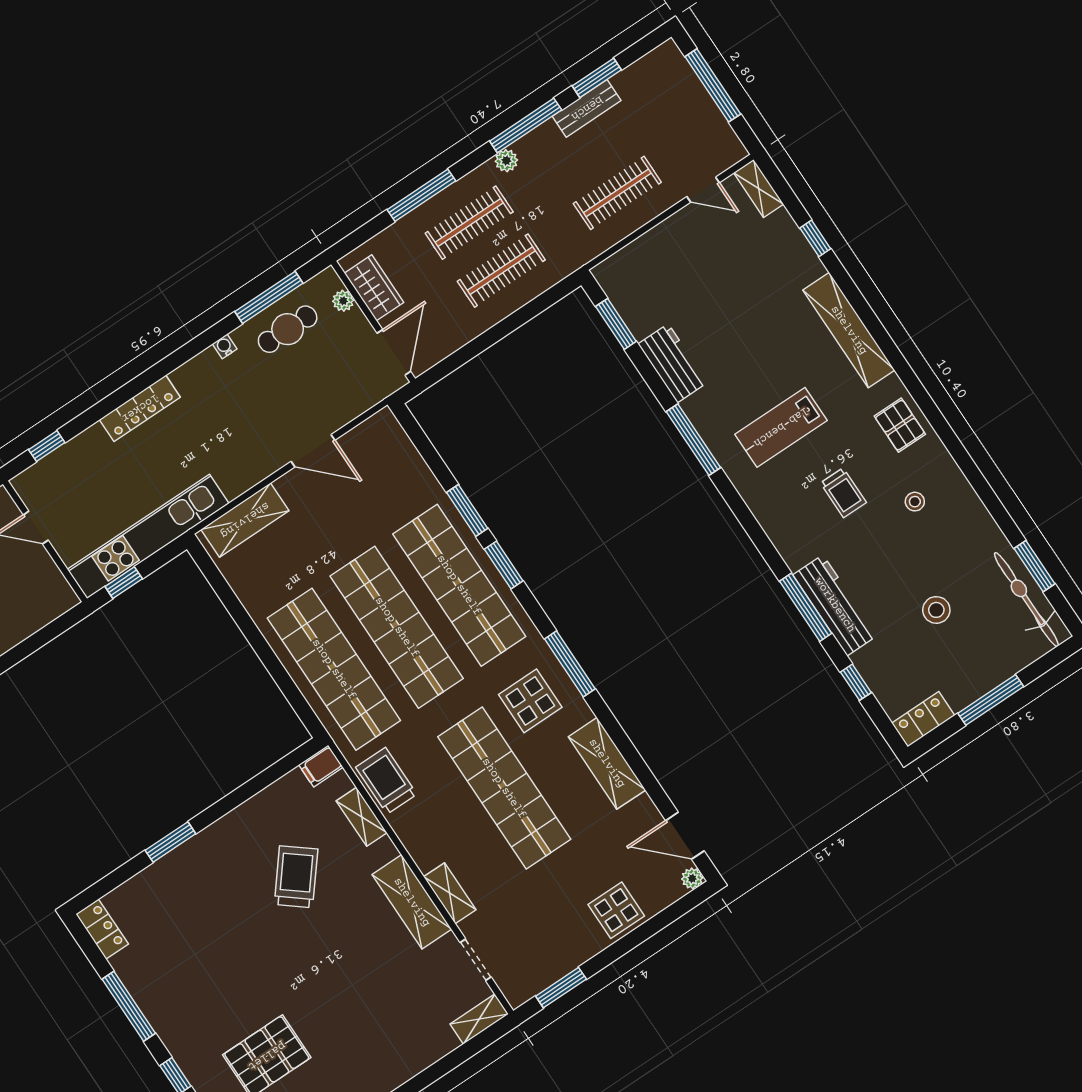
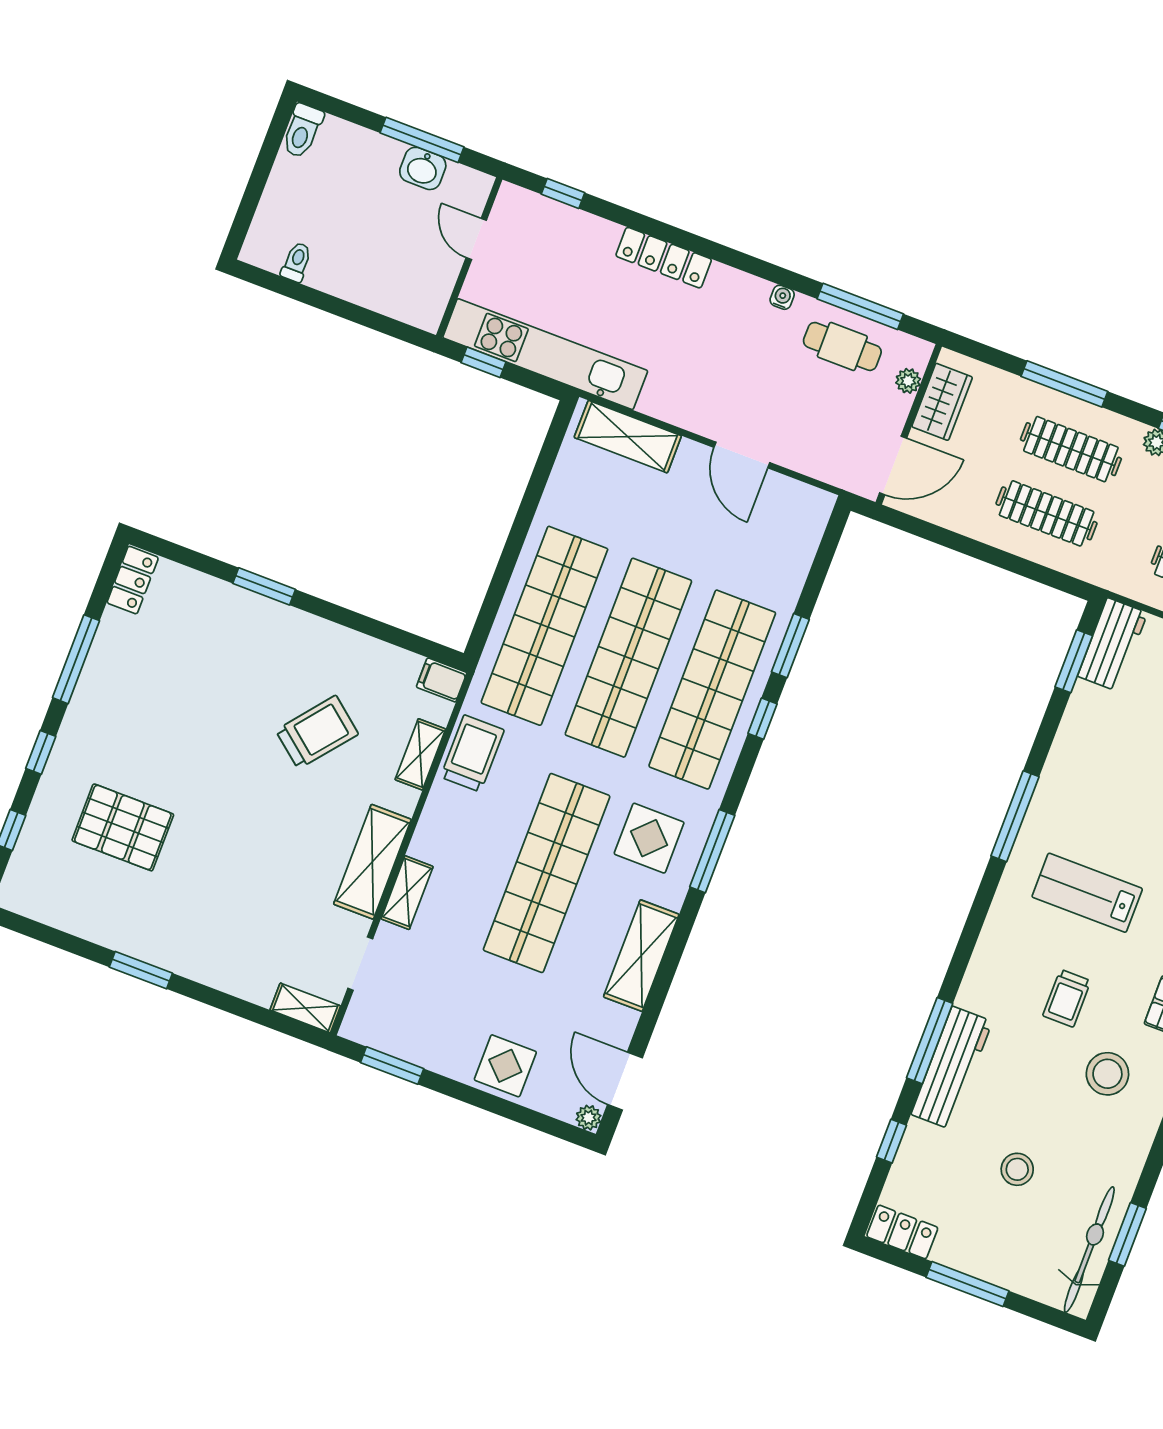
workbench: (673, 363) -> (1113, 645), moved
stool: (915, 502) -> (1107, 1074), width x1.89, depth x1.89
window: (504, 565) -> (763, 719), width x0.67

